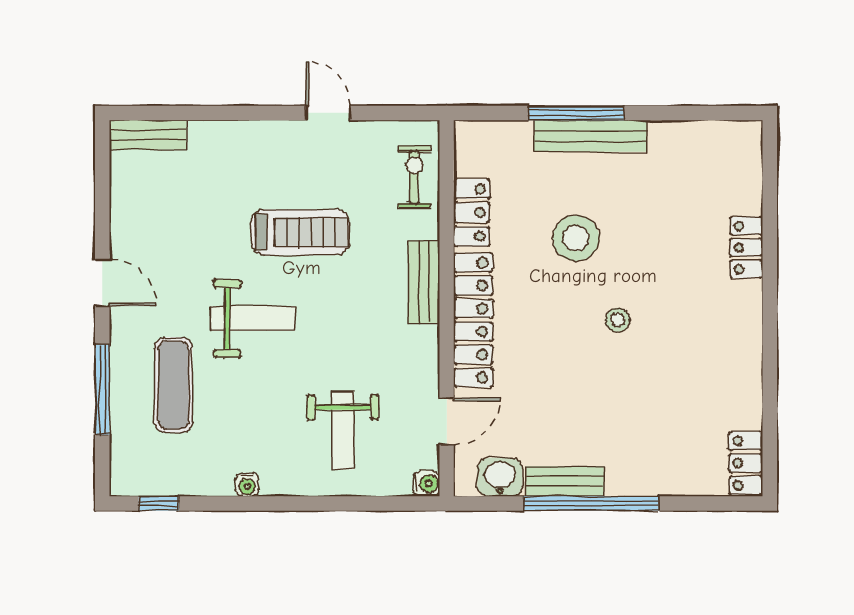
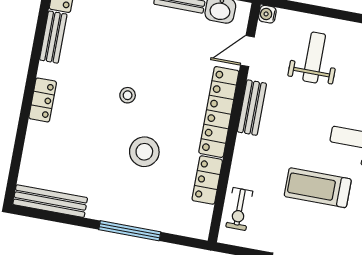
bench: (591, 136) -> (50, 201), moved
locker: (746, 248) -> (43, 100), moved
bench: (424, 282) -> (252, 108), moved
bench: (748, 388) -> (53, 37), added

